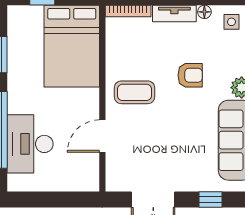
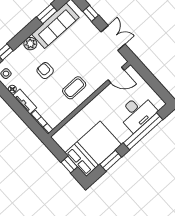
bed: (72, 46) -> (93, 149), moved
coffee table: (135, 92) -> (74, 88), turned 90
door: (102, 136) -> (116, 75), moved

